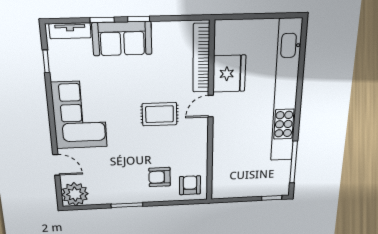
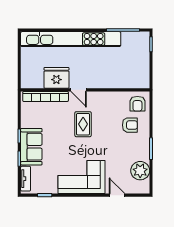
door: (56, 165) -> (117, 195), hinge flipped
armchair: (160, 177) -> (130, 125), turned -90
armchair: (190, 185) -> (137, 104), turned -90
plant: (75, 194) -> (140, 171), moved

